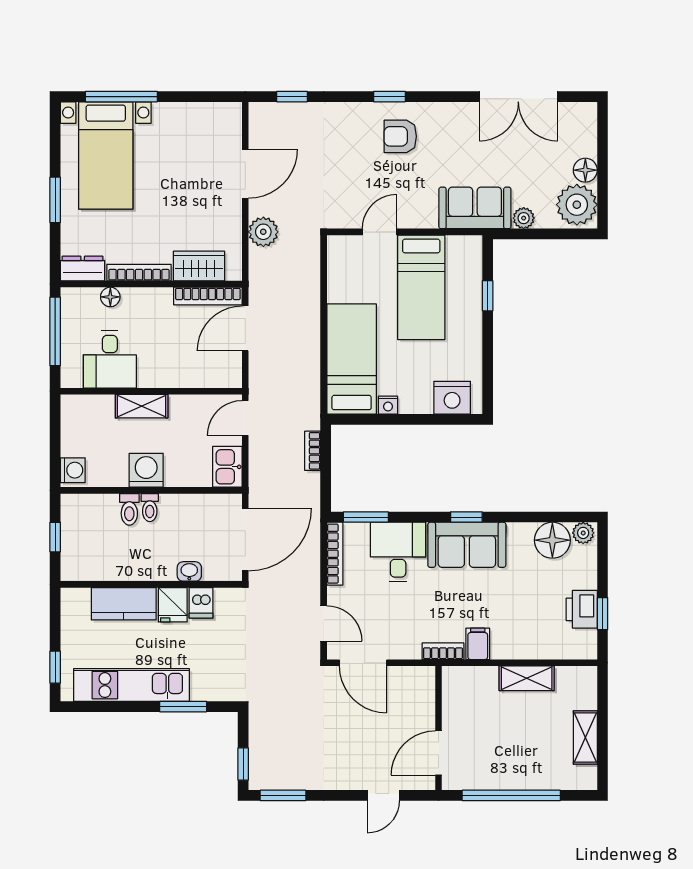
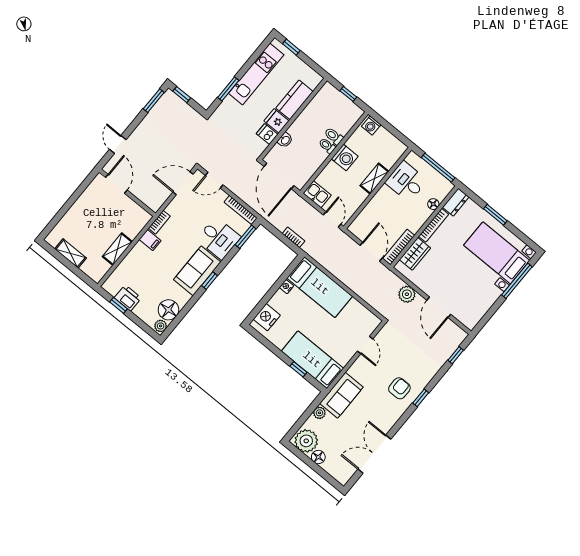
bed: (421, 287) -> (312, 360), moved
window: (511, 795) -> (72, 200), removed

